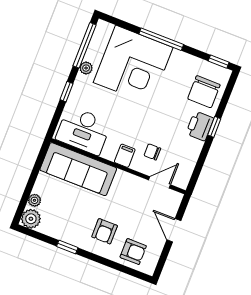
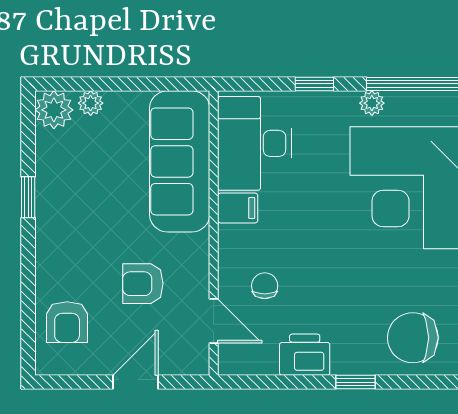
printer: (200, 126) -> (305, 355), moved
filing cabinet: (125, 156) -> (238, 208), moved
armchair: (105, 231) -> (143, 284), moved

